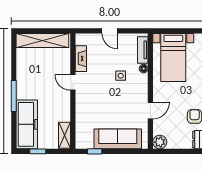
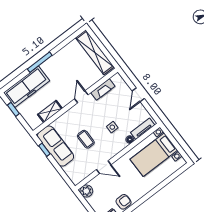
coffee table: (113, 107) -> (86, 139), added
shelving: (64, 135) -> (50, 111), moved
sofa: (118, 139) -> (56, 146), moved

